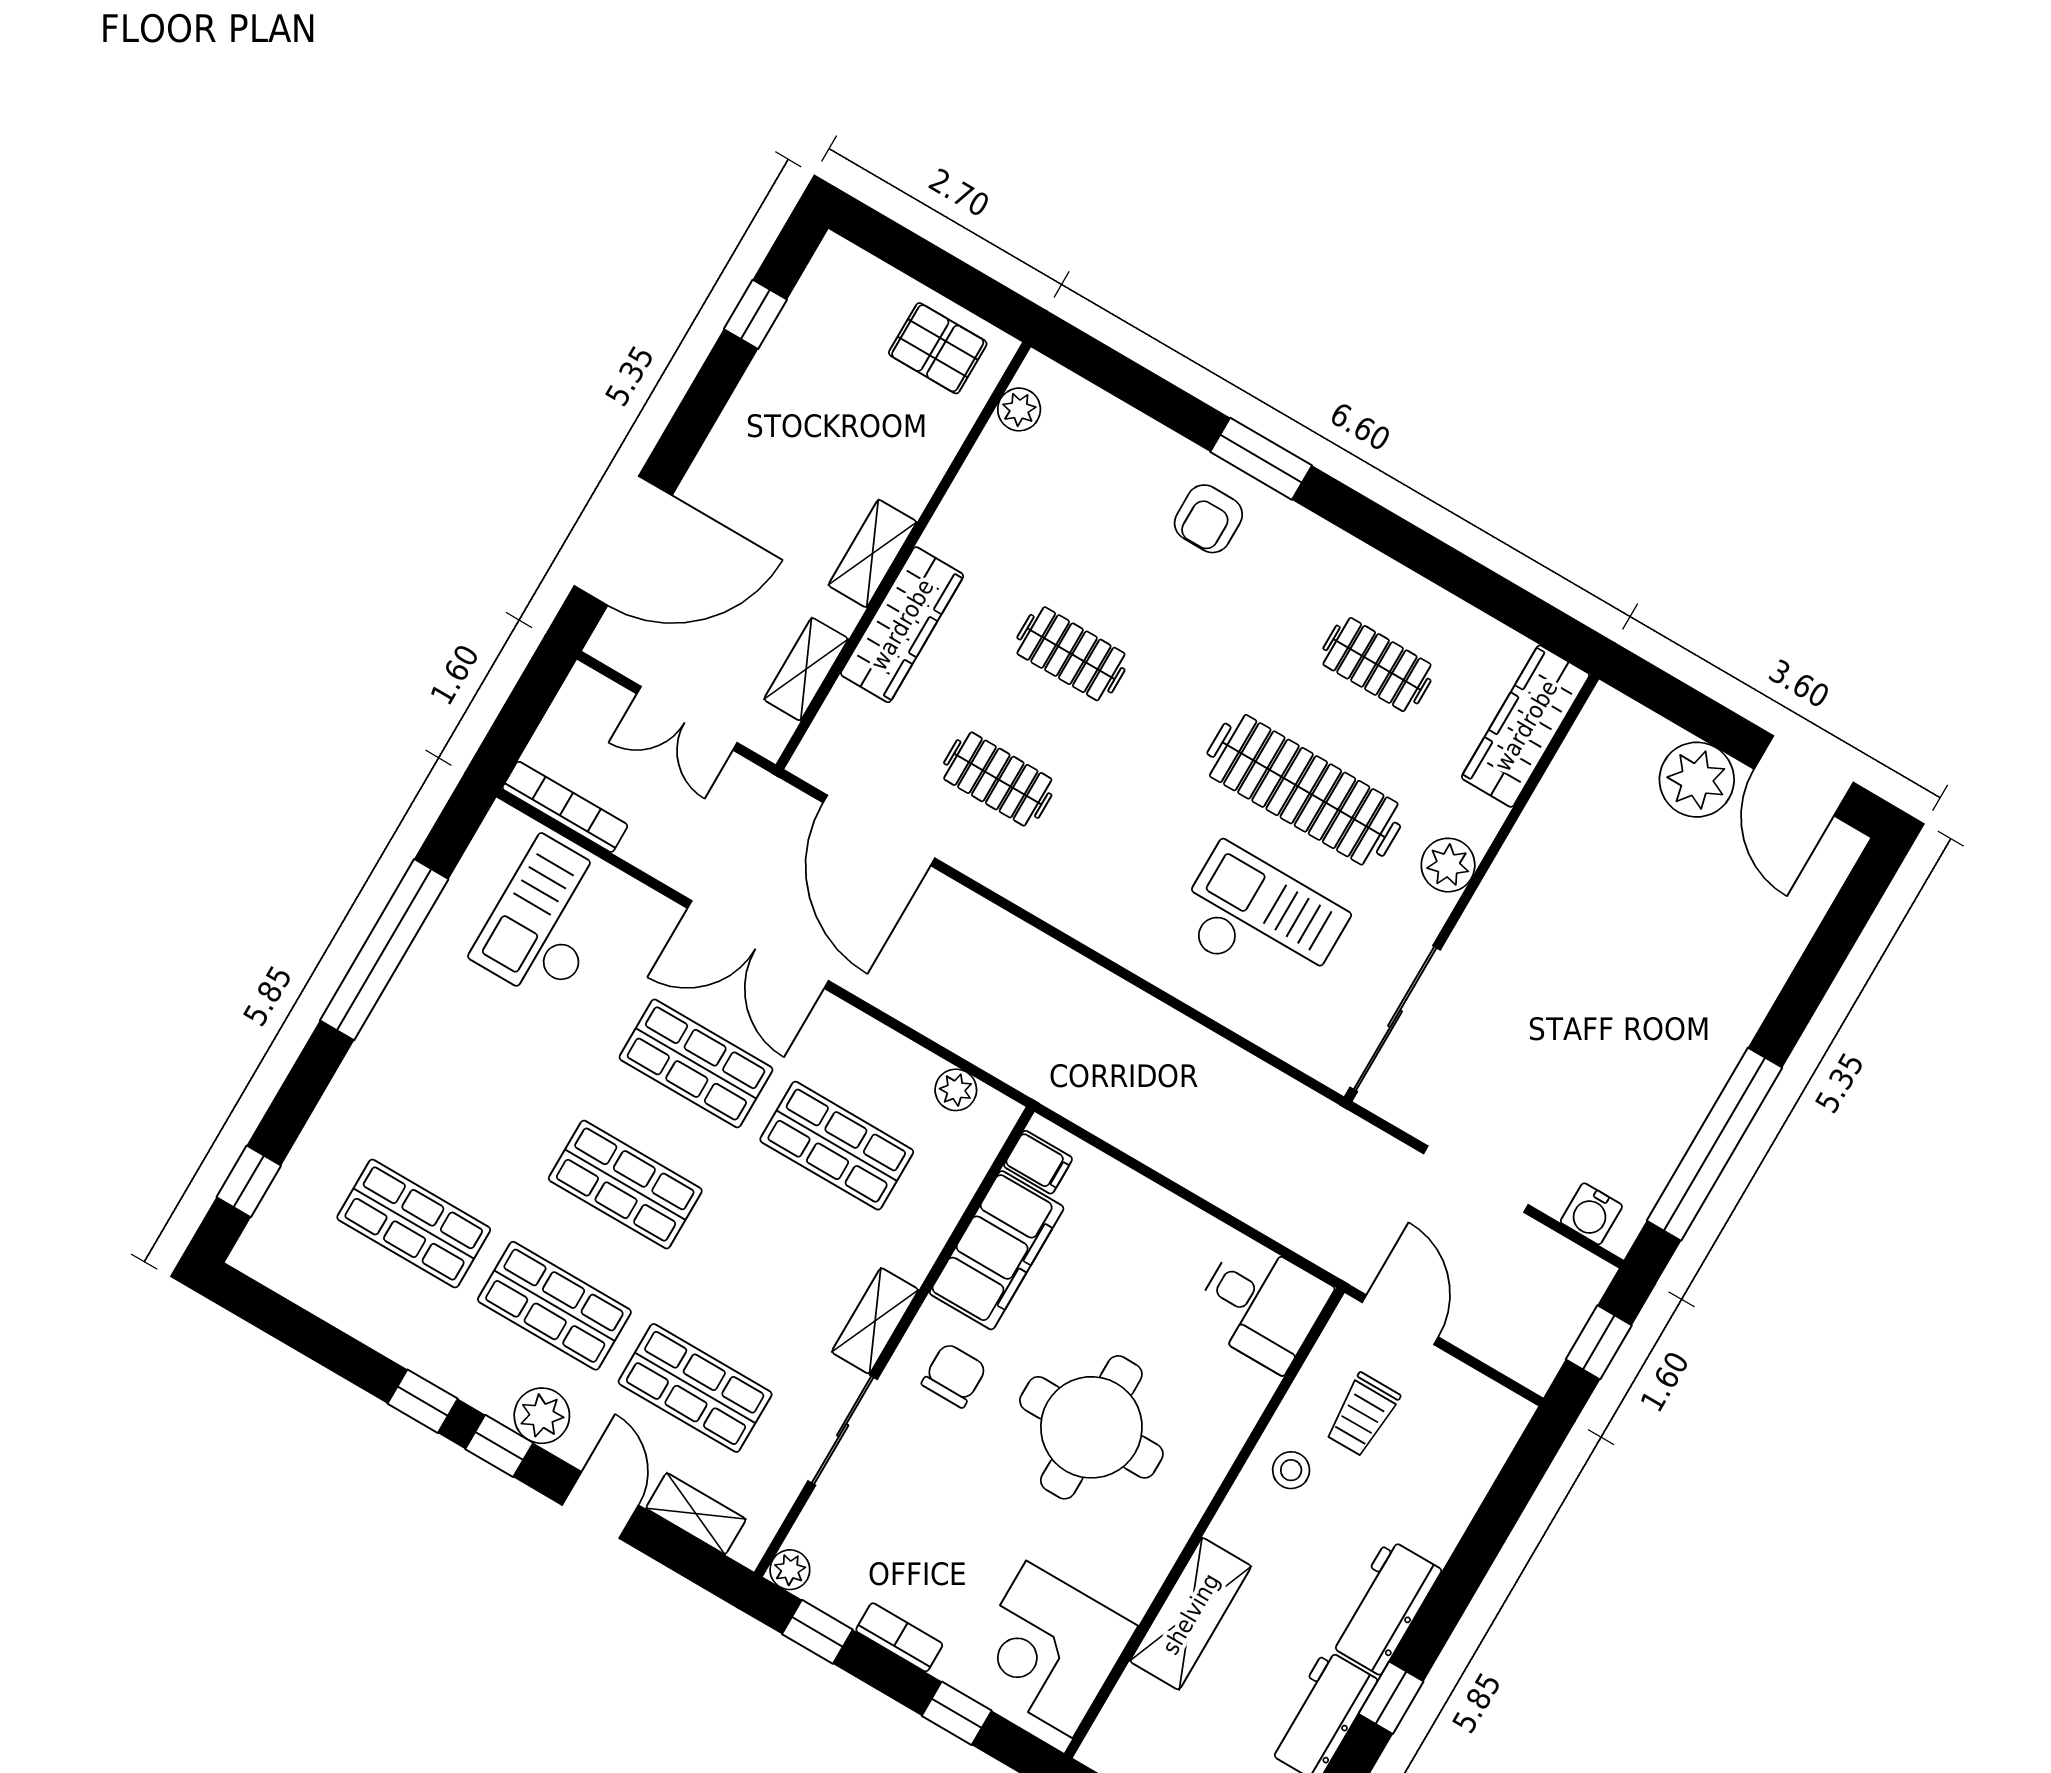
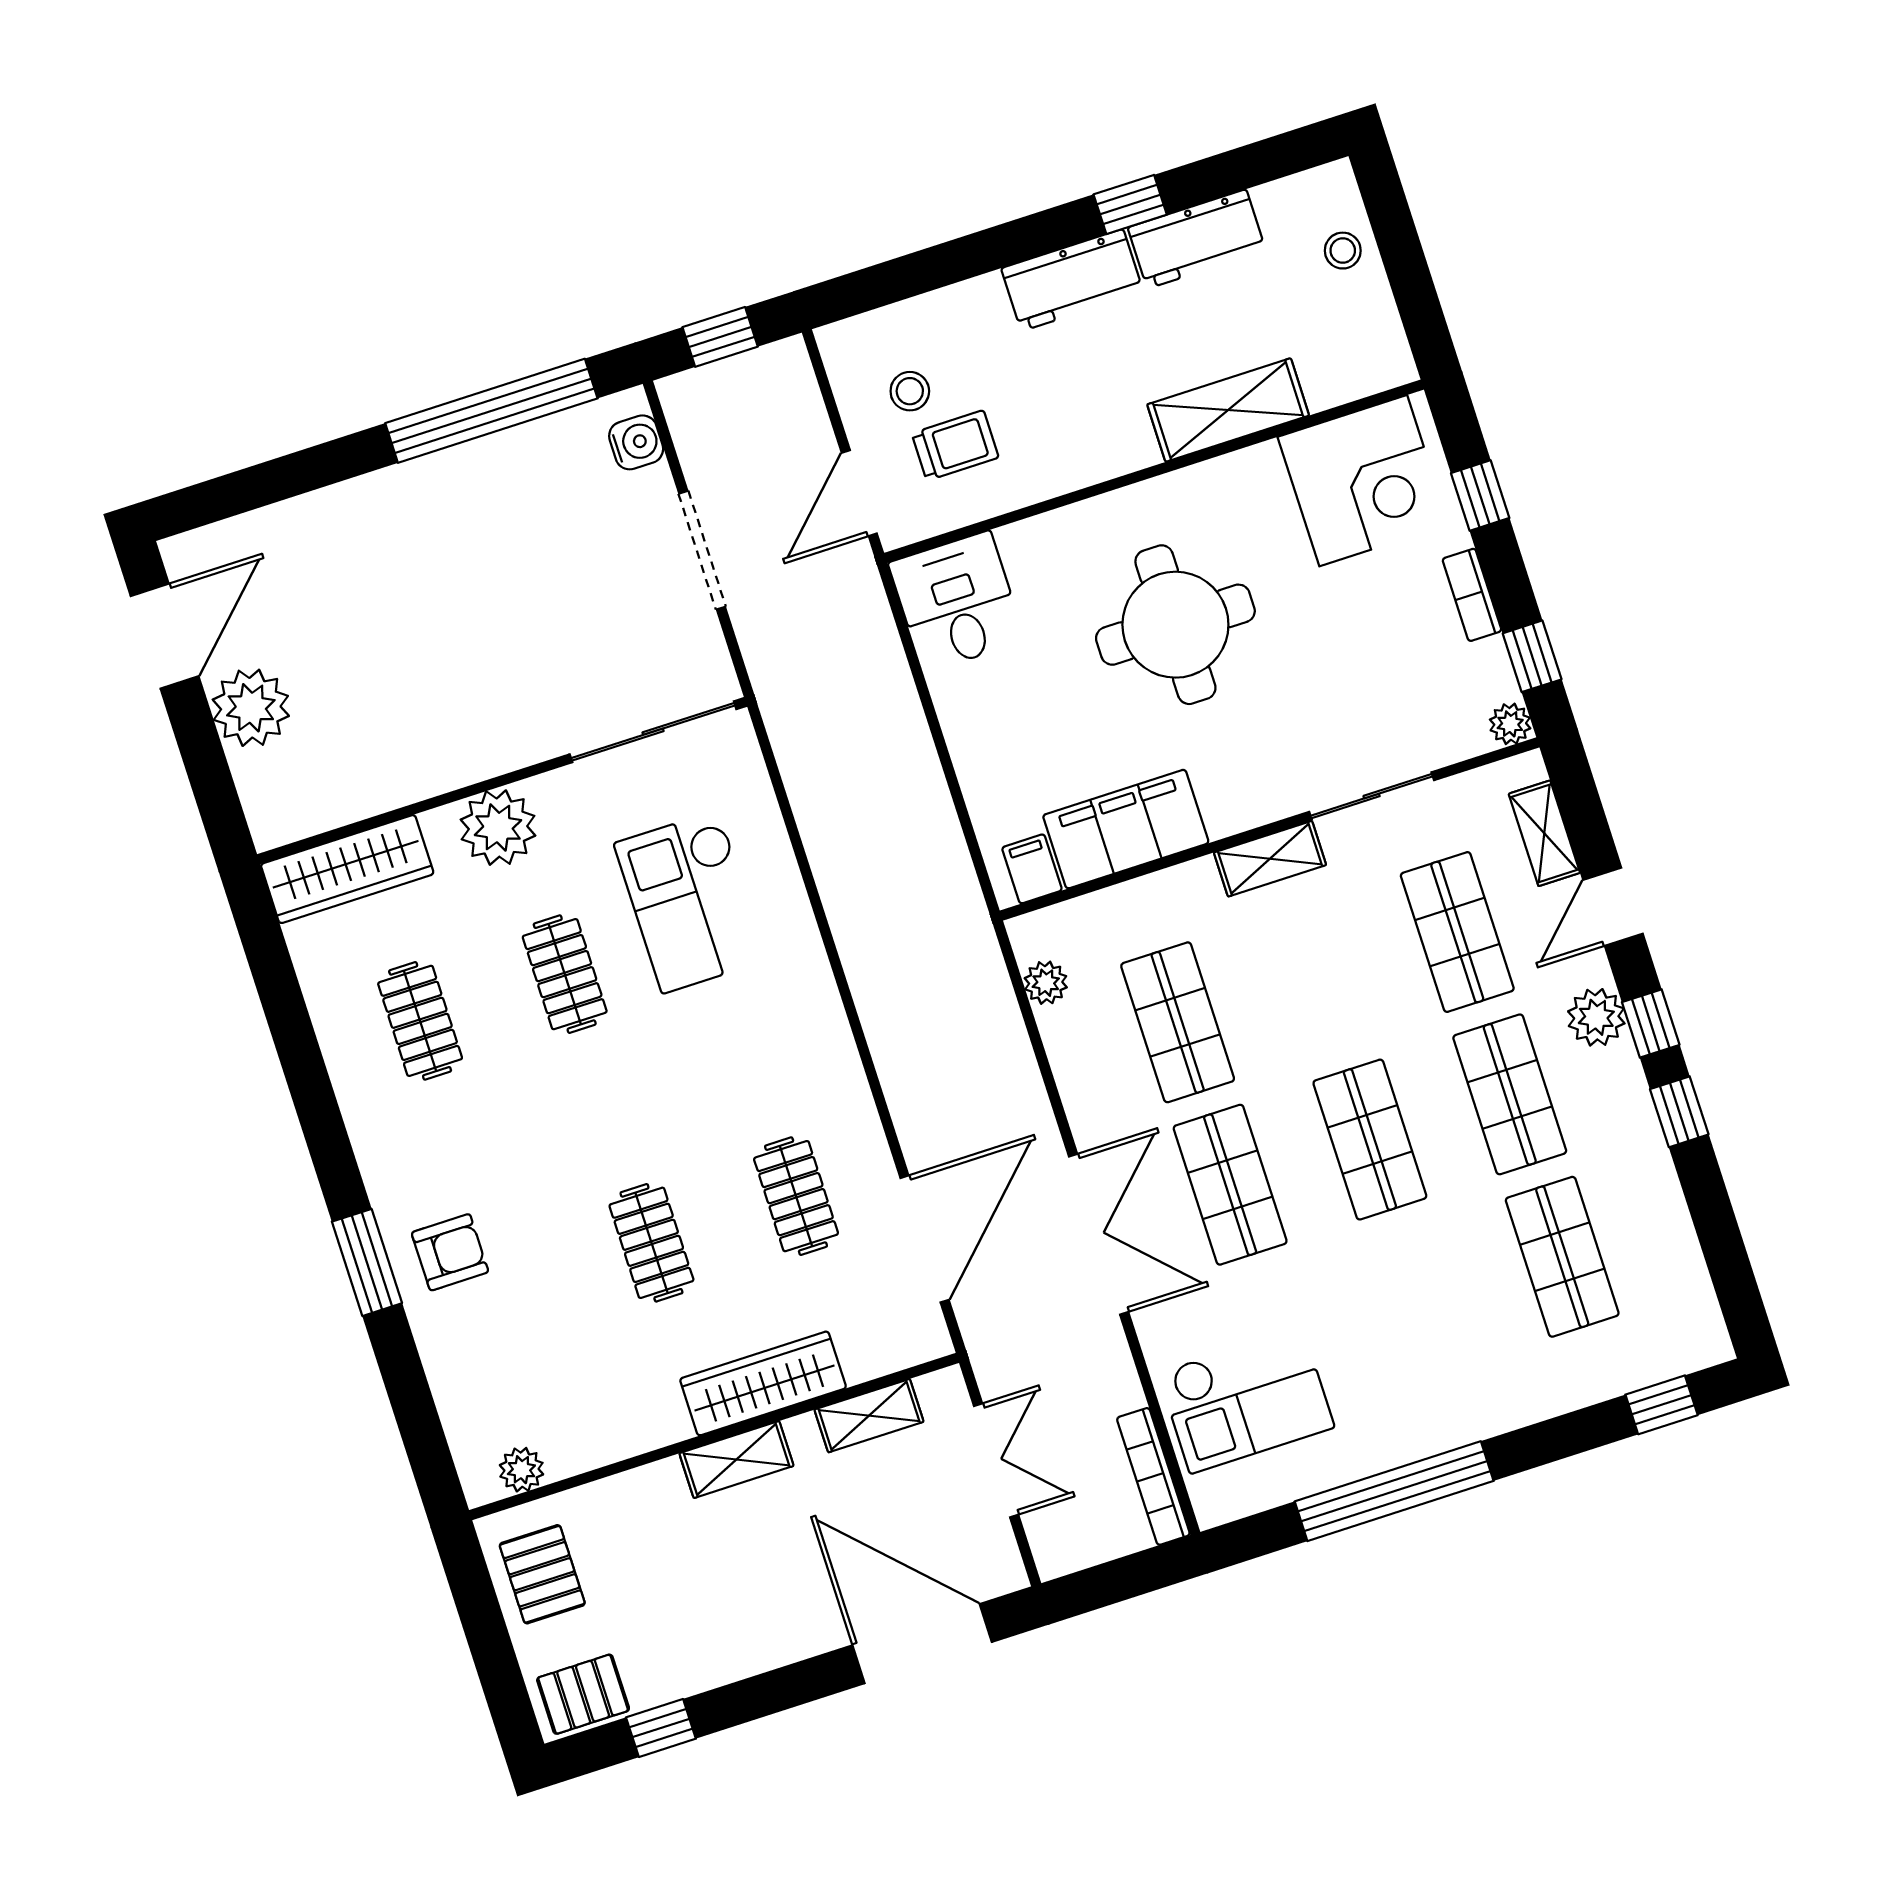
pallet: (832, 289) -> (583, 1694), added
clothes rail: (1304, 790) -> (565, 974), width x0.54, depth x0.76
plant: (1448, 865) -> (498, 828), width x1.36, depth x1.36
chair: (954, 1375) -> (1246, 761), removed
stool: (1291, 1470) -> (910, 391), moved

